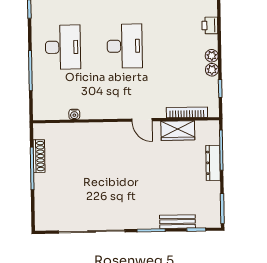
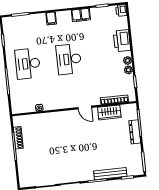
printer: (210, 25) -> (122, 41), width x1.87, depth x1.48
desk: (125, 46) -> (69, 59), turned 180
desk: (63, 47) -> (28, 64), turned 180
bench: (177, 222) -> (110, 174), width x1.36

